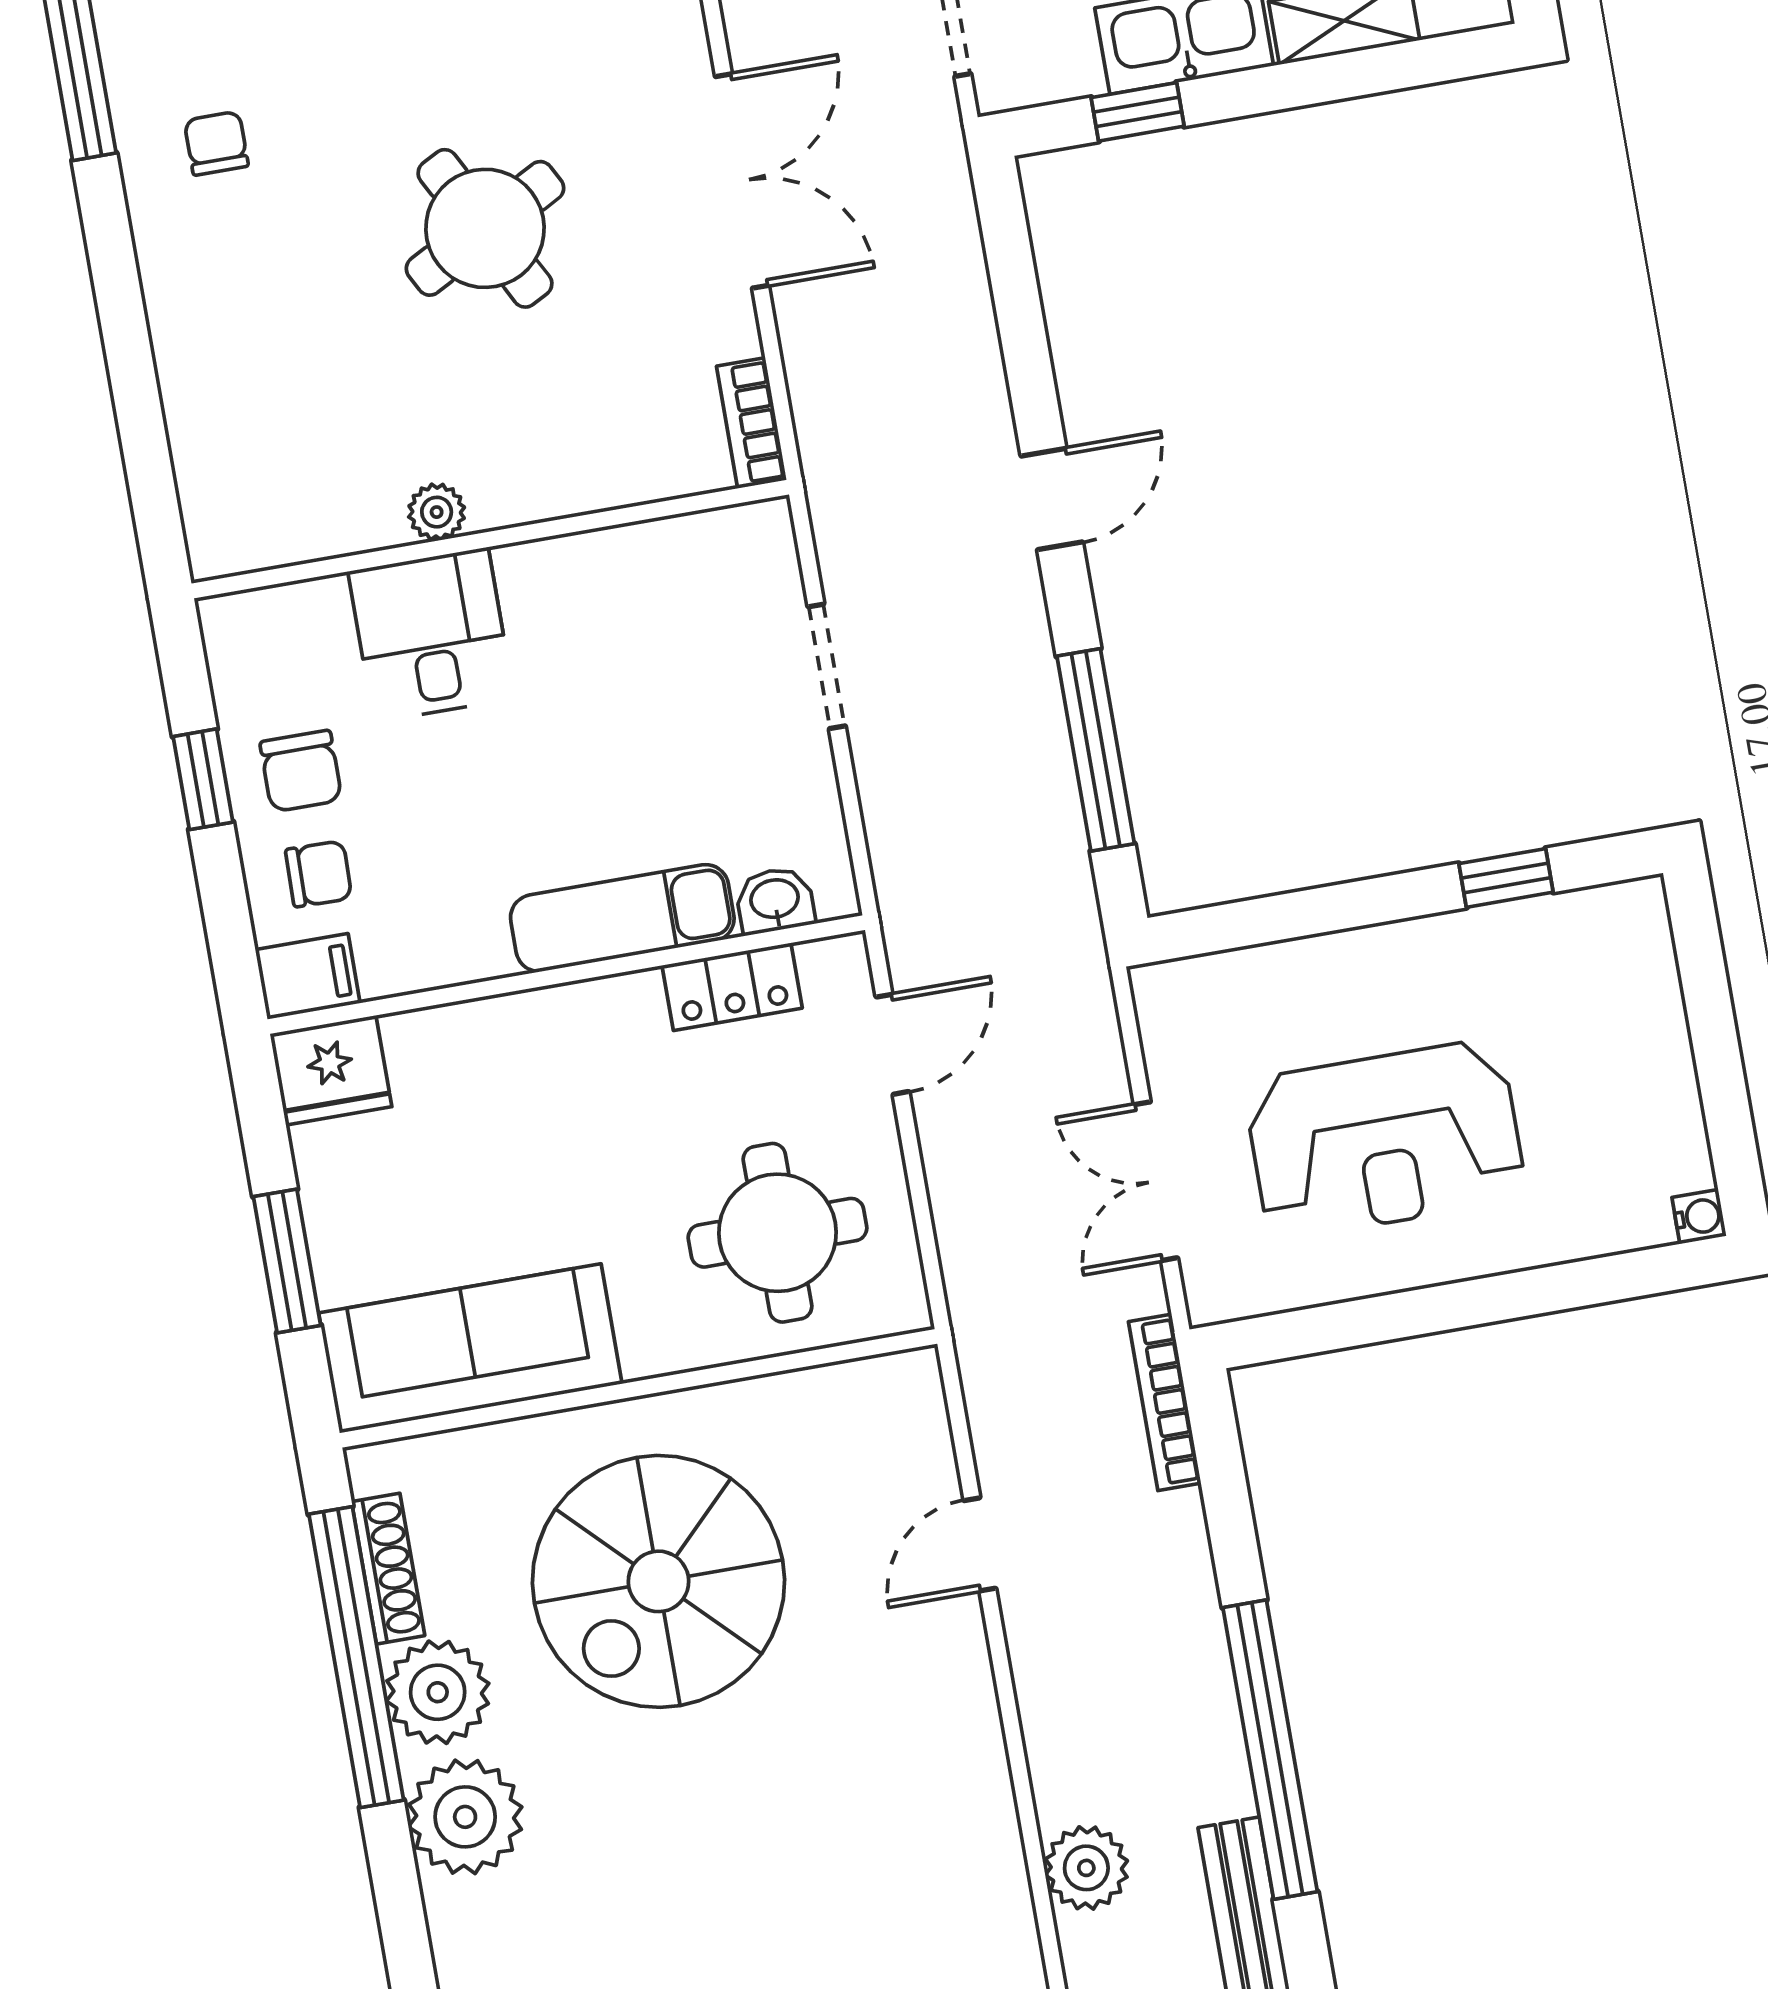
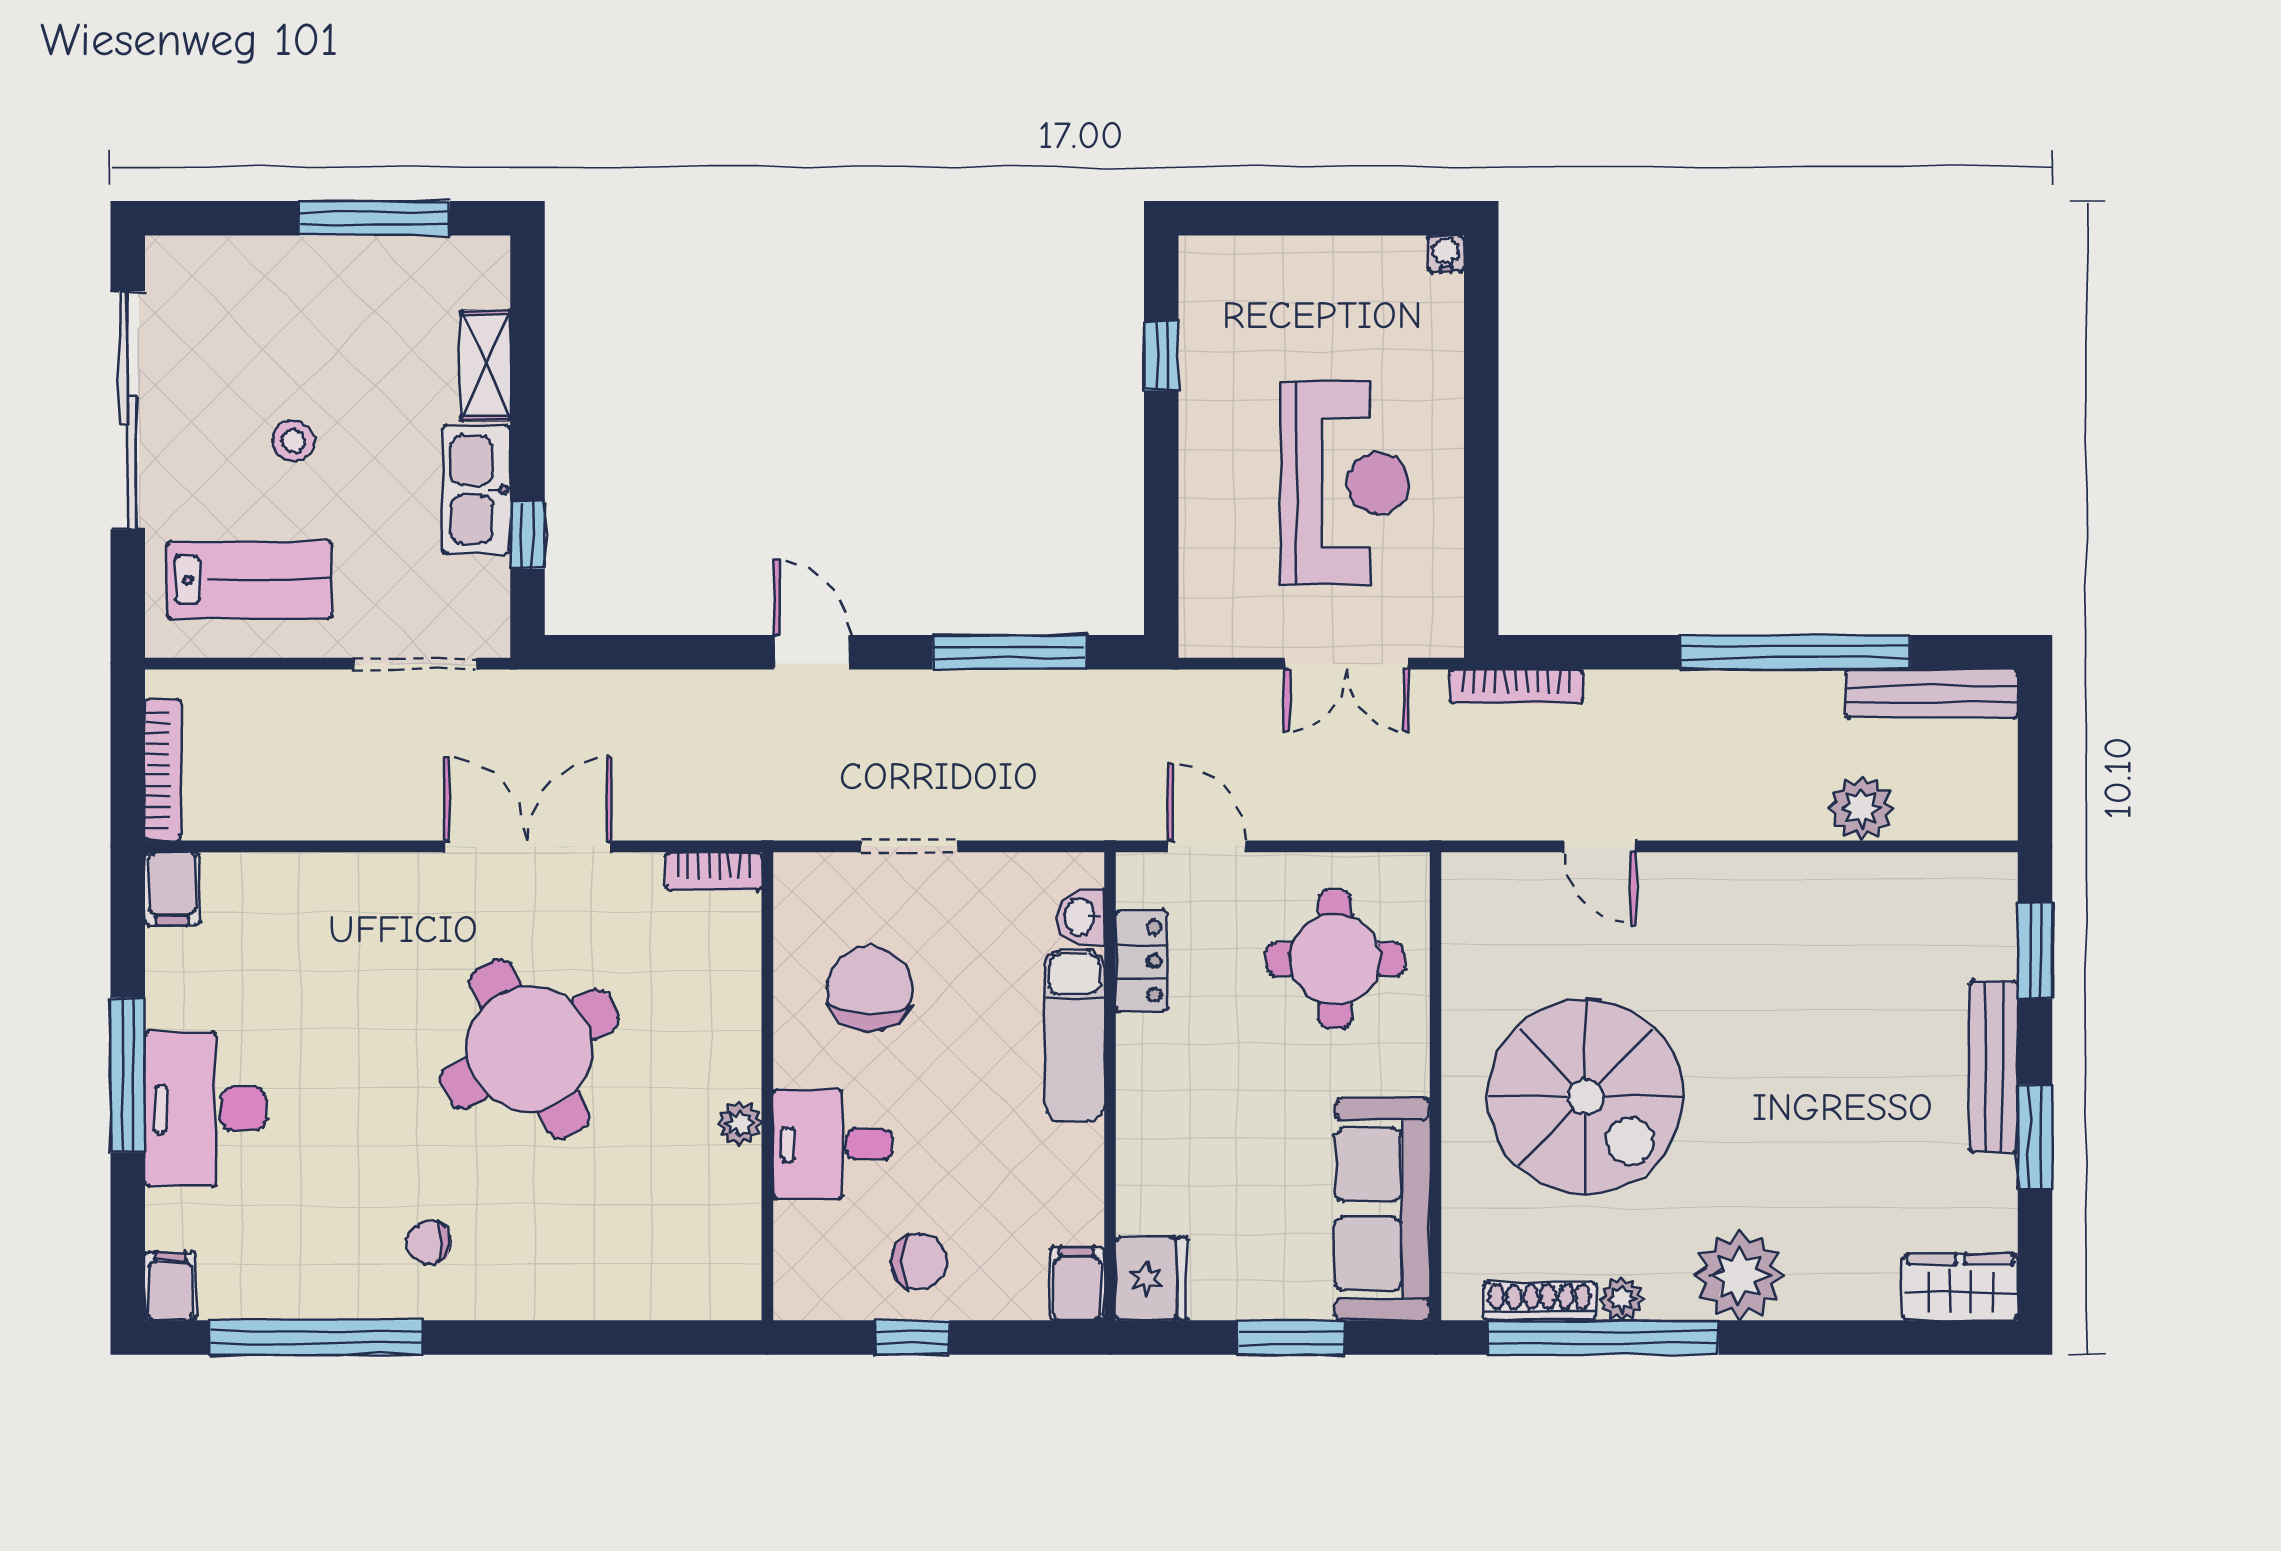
round table: (485, 228) -> (529, 1049), width x1.36, depth x1.36
chair: (319, 874) -> (870, 988), moved, width x1.87, depth x1.87
plant: (438, 1692) -> (1622, 1299), width x0.53, depth x0.53

